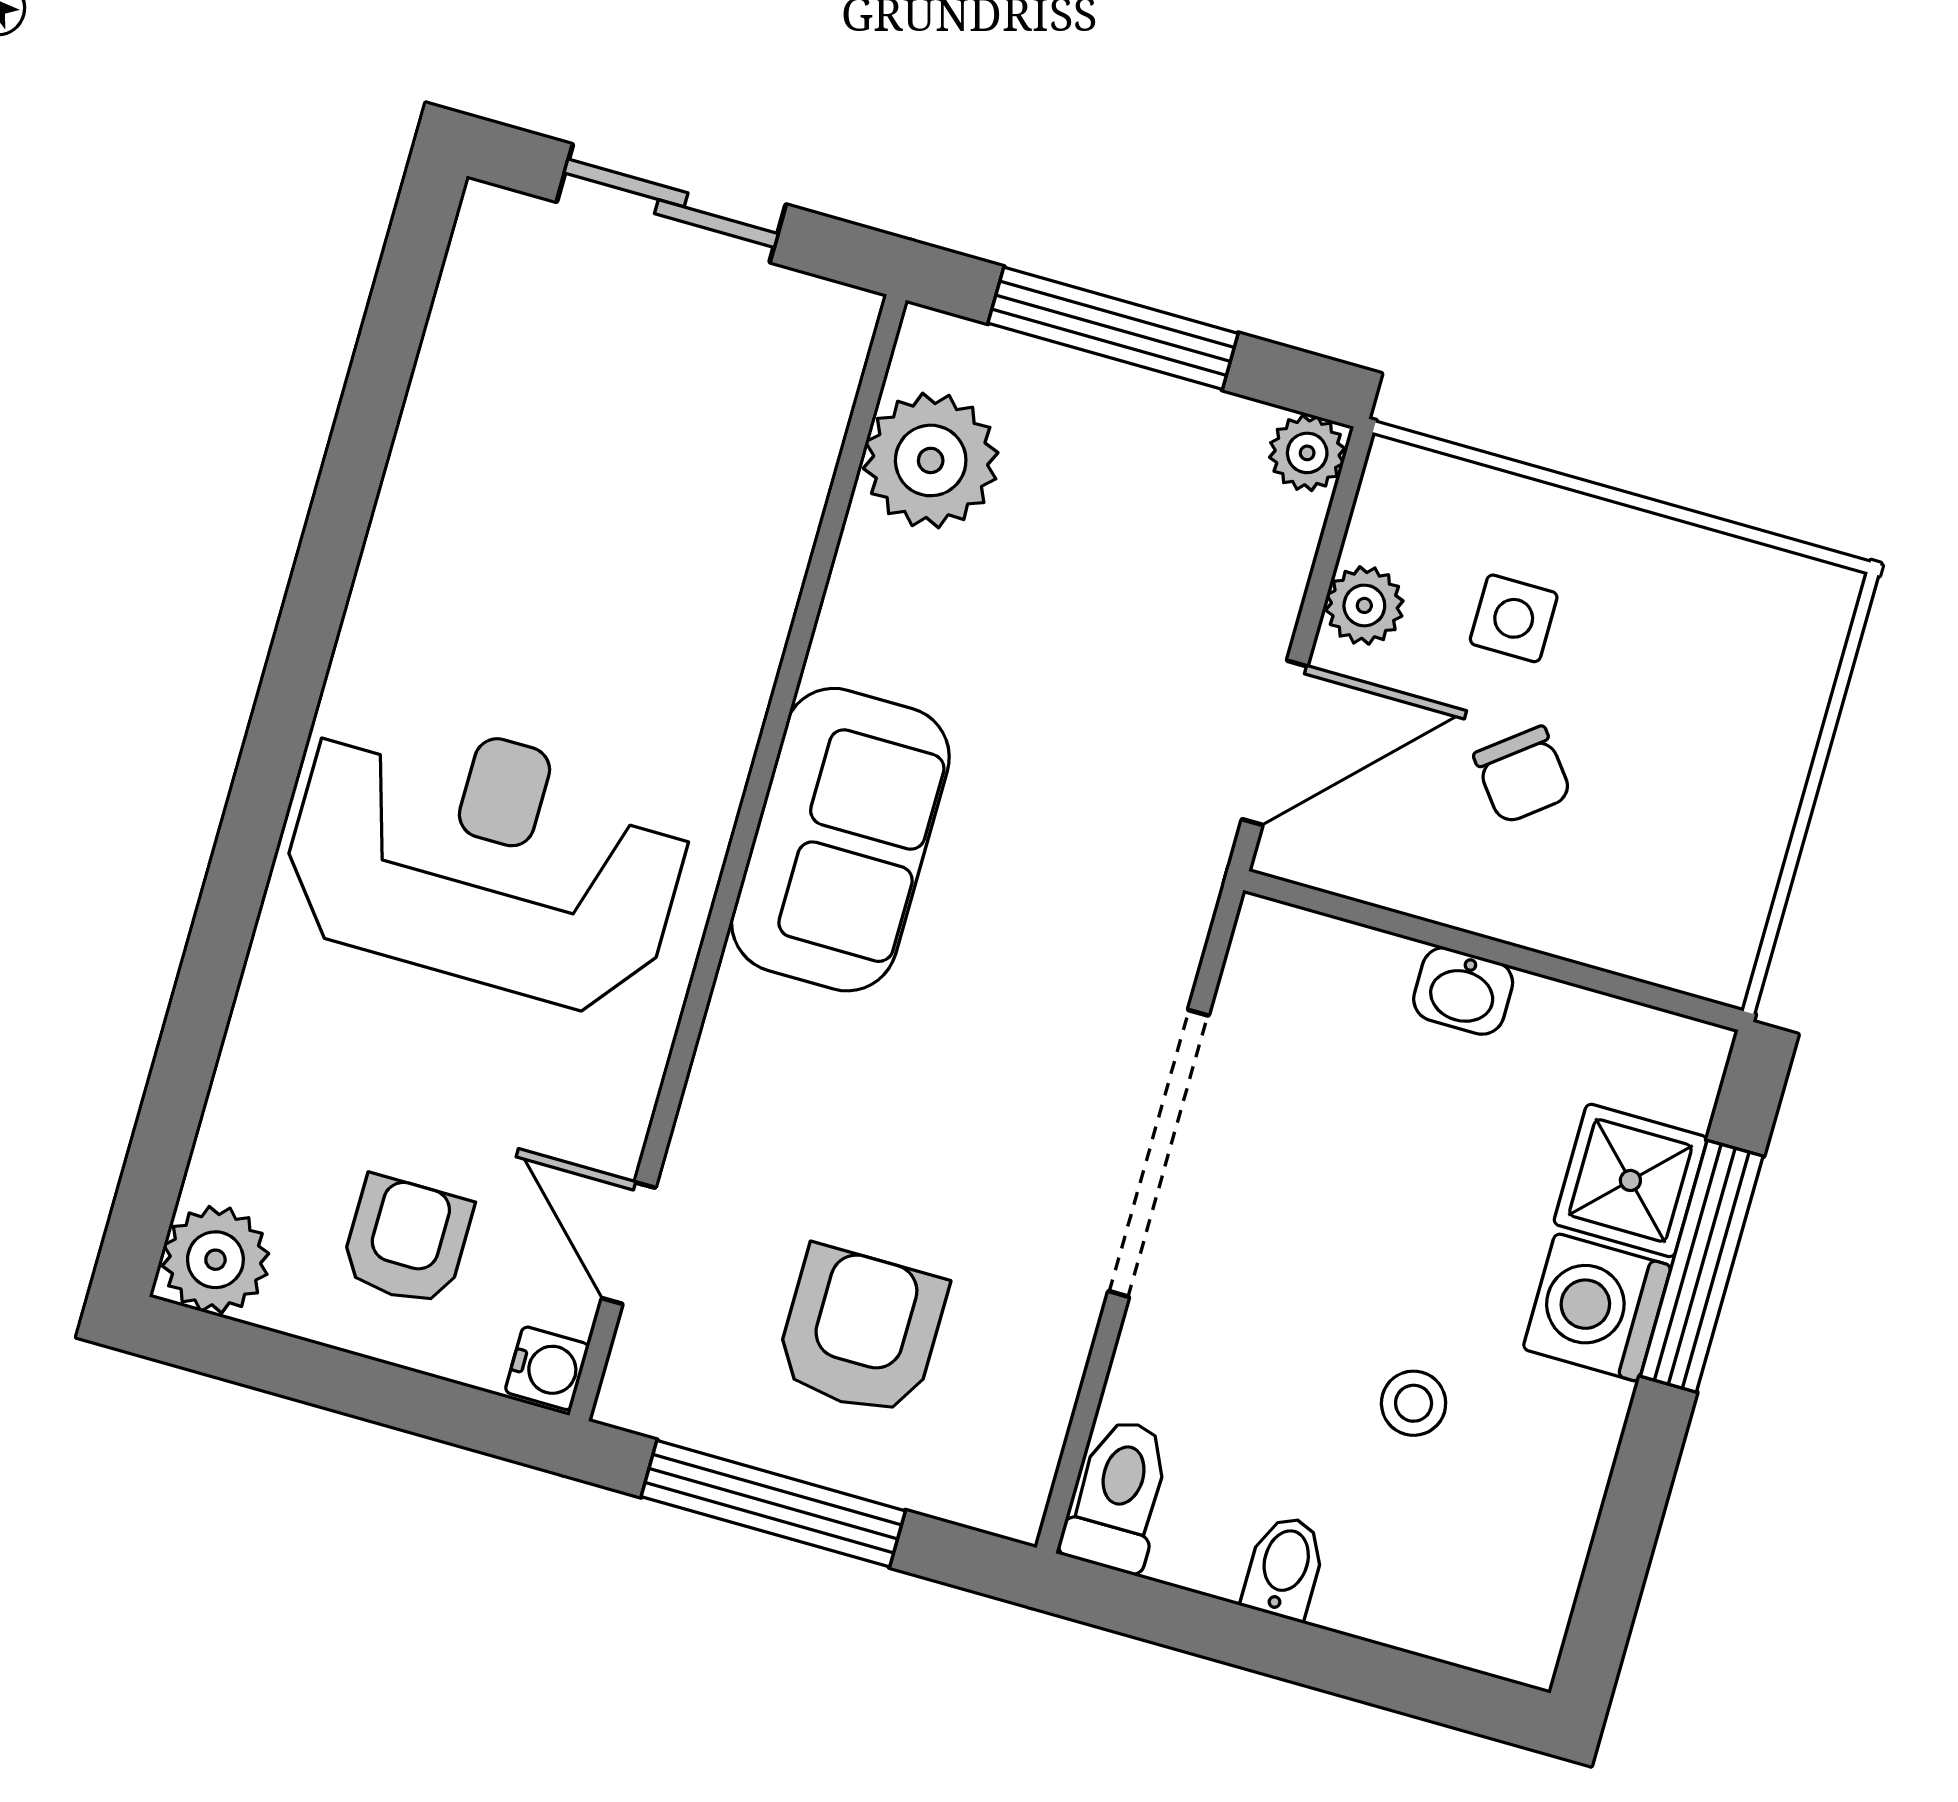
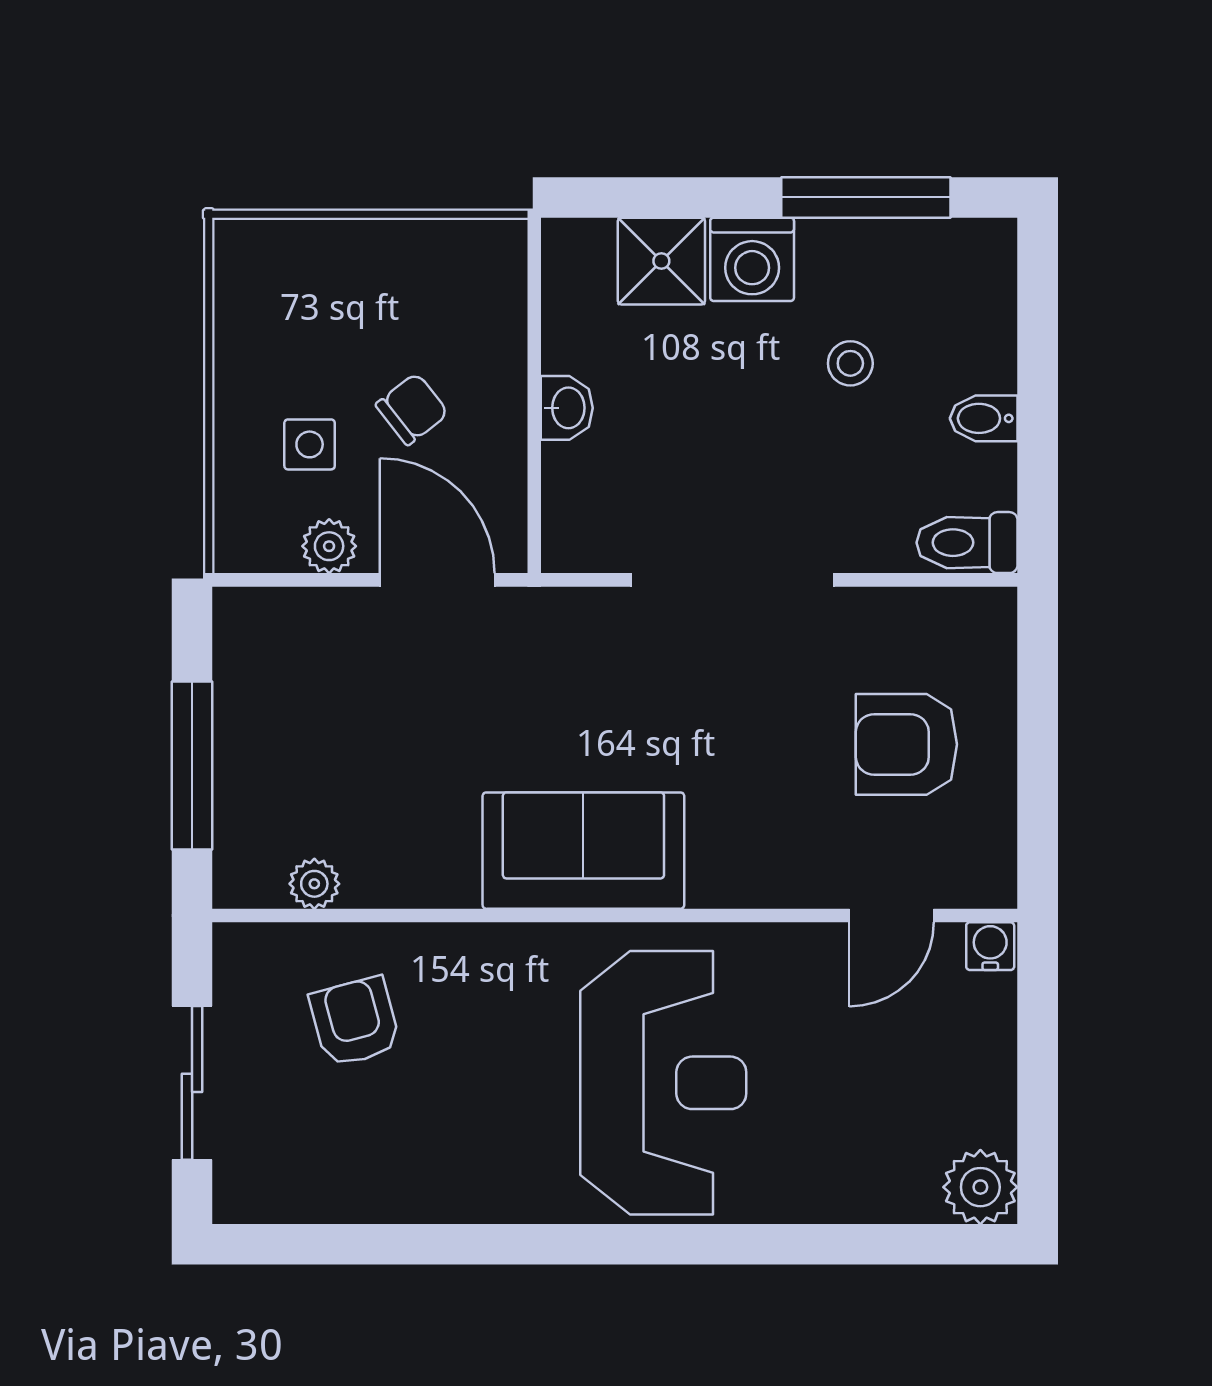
plant: (1307, 453) -> (238, 613), removed
plant: (931, 460) -> (314, 884), width x0.53, depth x0.53
reception desk: (485, 859) -> (663, 1083), turned 180
armchair: (407, 1241) -> (355, 1022), moved, turned 75
window: (1702, 1266) -> (866, 197), moved
window: (773, 1504) -> (1038, 770), removed

